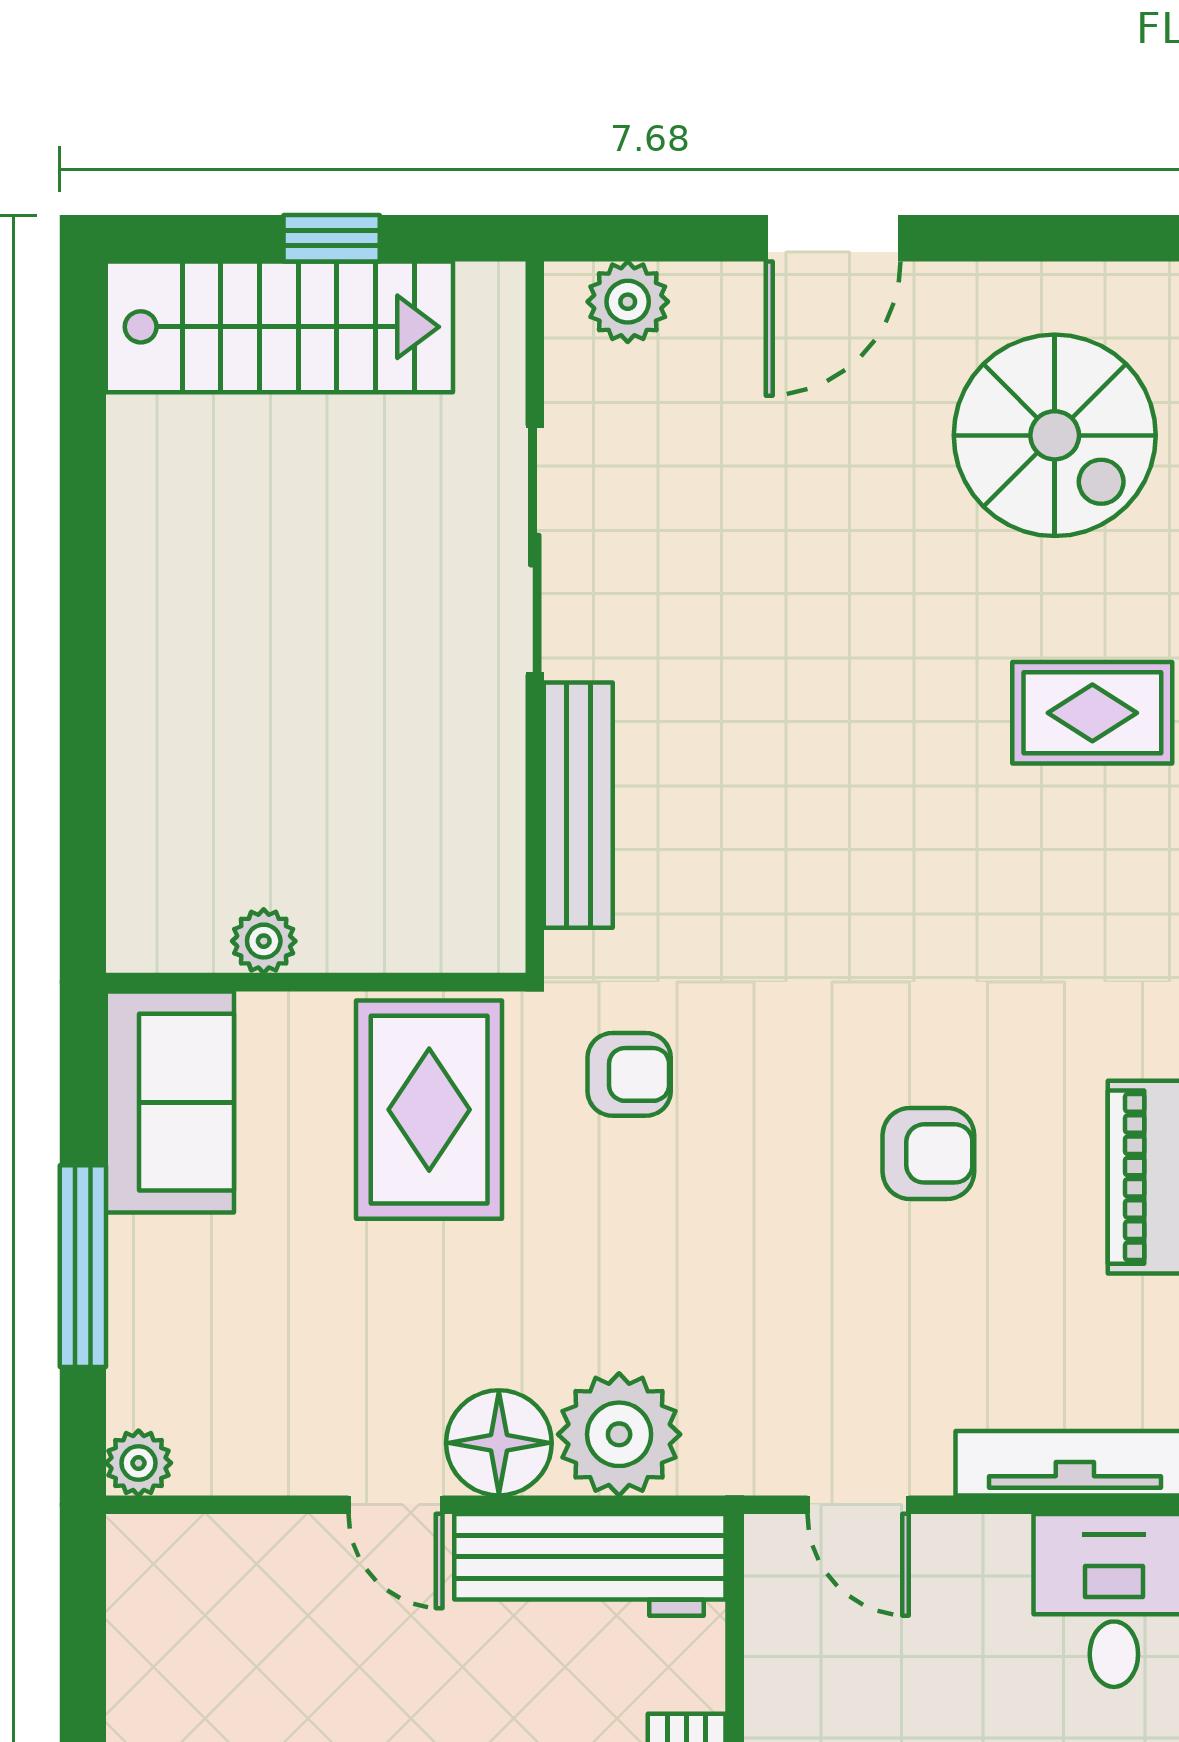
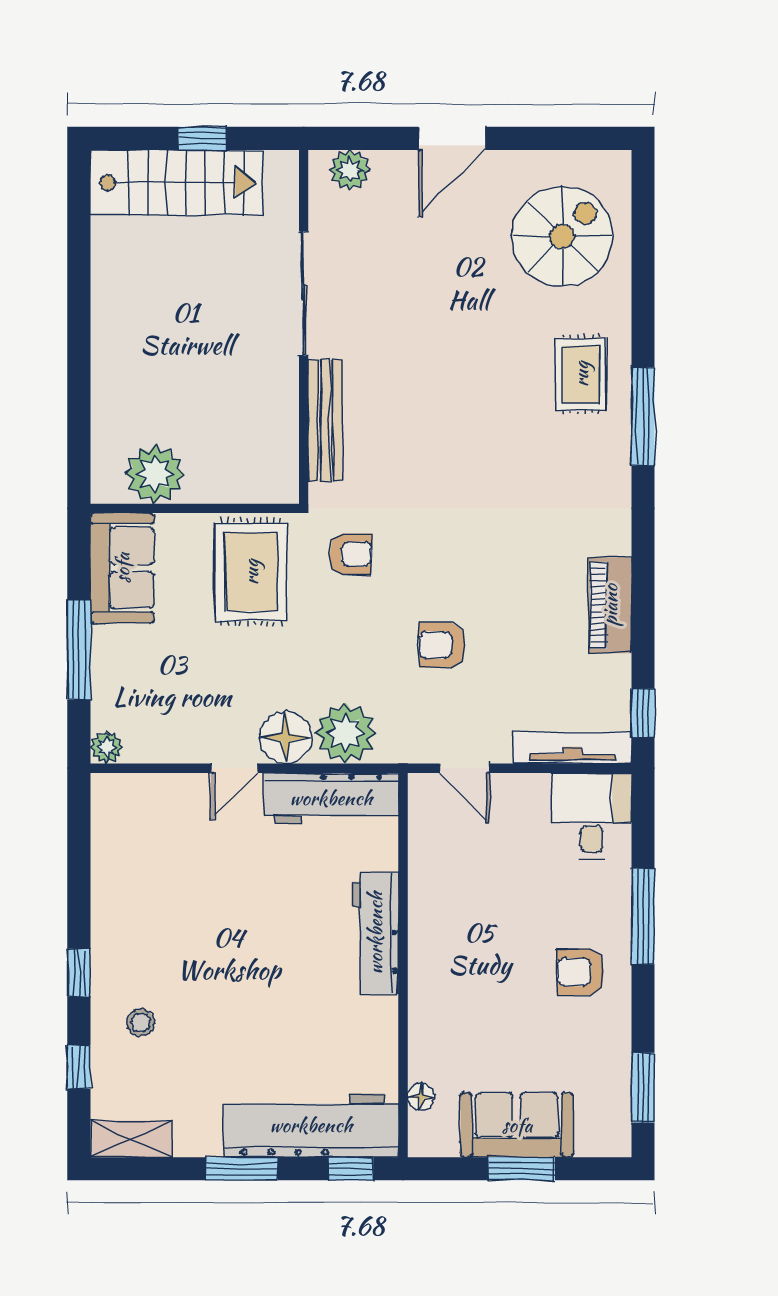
spiral stairs: (1055, 435) -> (562, 236), turned -90
rug: (1092, 713) -> (581, 374), turned 90
plant: (264, 941) -> (155, 474), width x1.87, depth x1.87
armchair: (928, 1153) -> (442, 645), moved, turned 180
door: (395, 1505) -> (234, 768), hinge flipped

